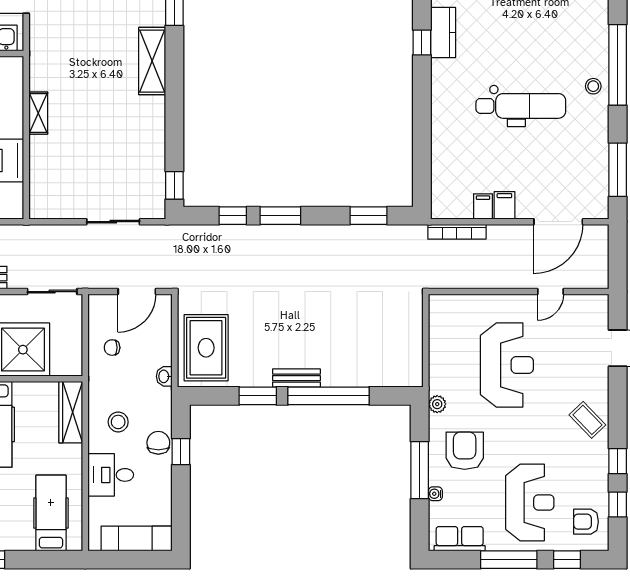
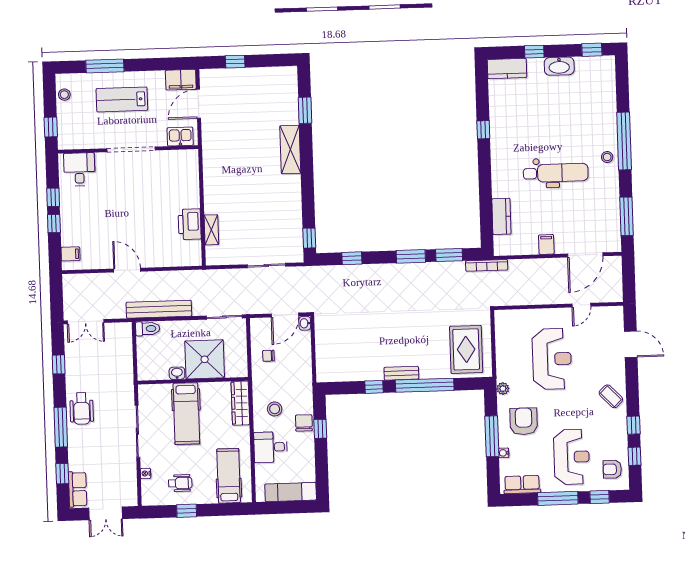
kitchen counter: (443, 33) -> (501, 216), moved
shelving: (38, 113) -> (211, 230), moved
filing cabinet: (483, 206) -> (531, 246), removed
window: (280, 216) -> (411, 256), moved
bookcase: (457, 232) -> (487, 265), moved
rug: (206, 348) -> (466, 349), moved
washbasin: (164, 376) -> (305, 323), moved
window: (258, 396) -> (374, 387), width x0.67

